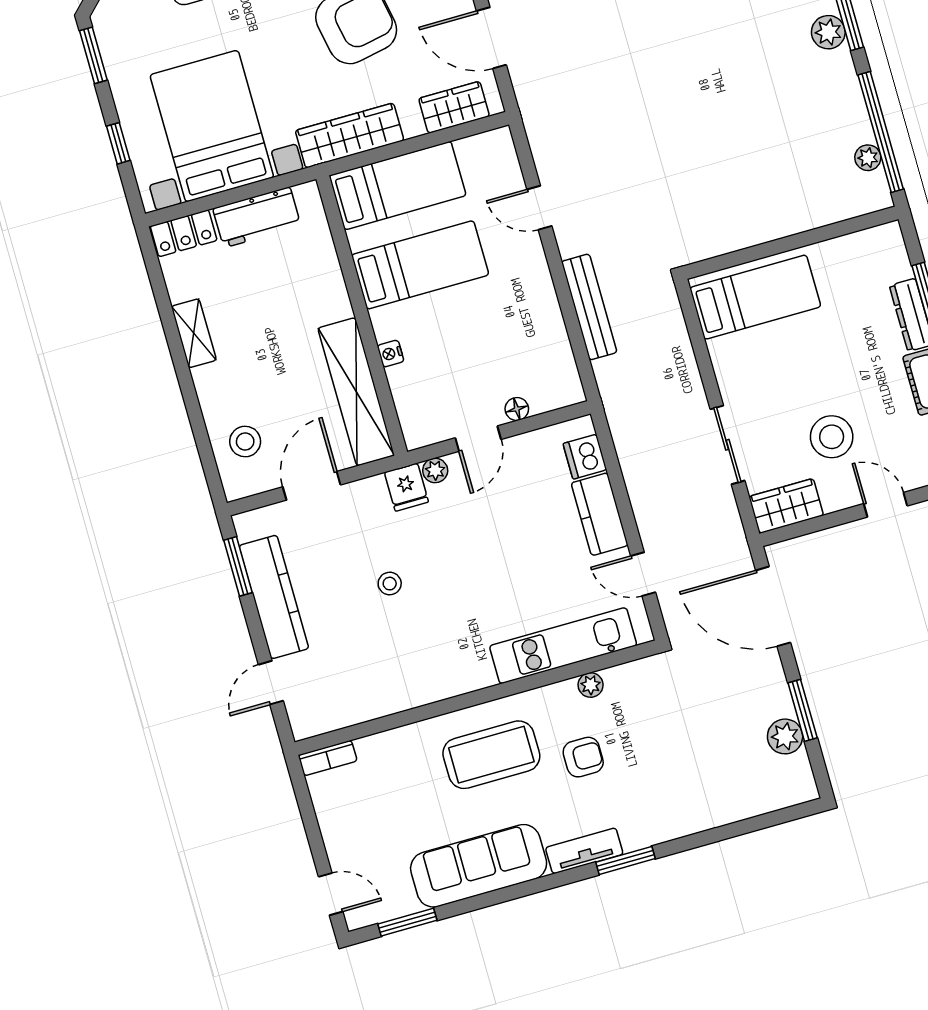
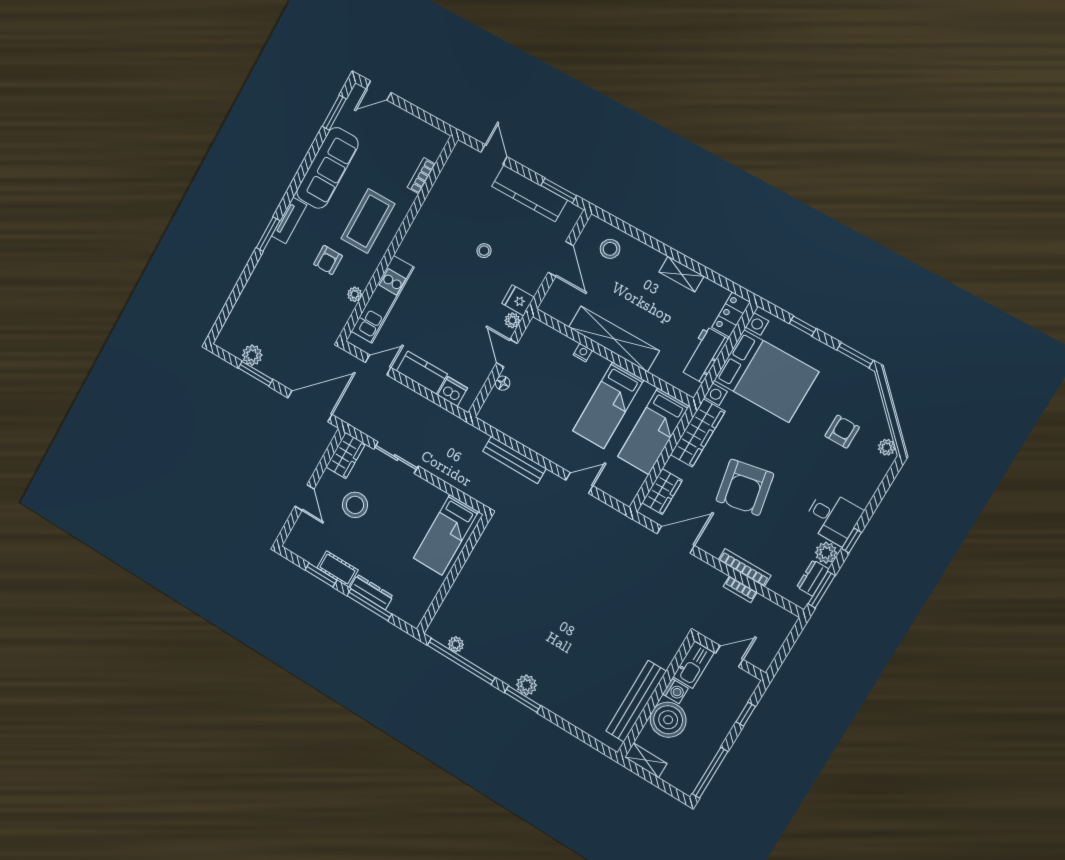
shelving: (356, 392) -> (614, 339), moved
door: (886, 505) -> (304, 498), hinge flipped
bookcase: (328, 758) -> (421, 176), moved

